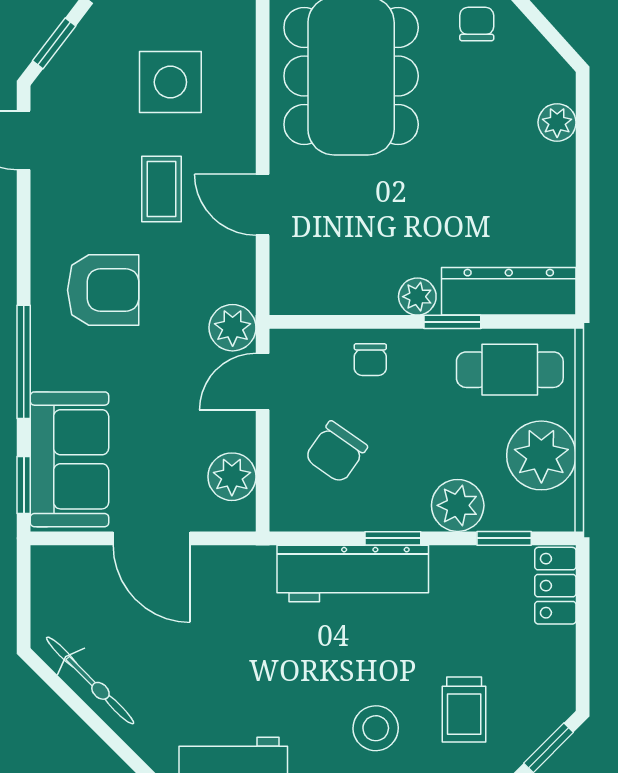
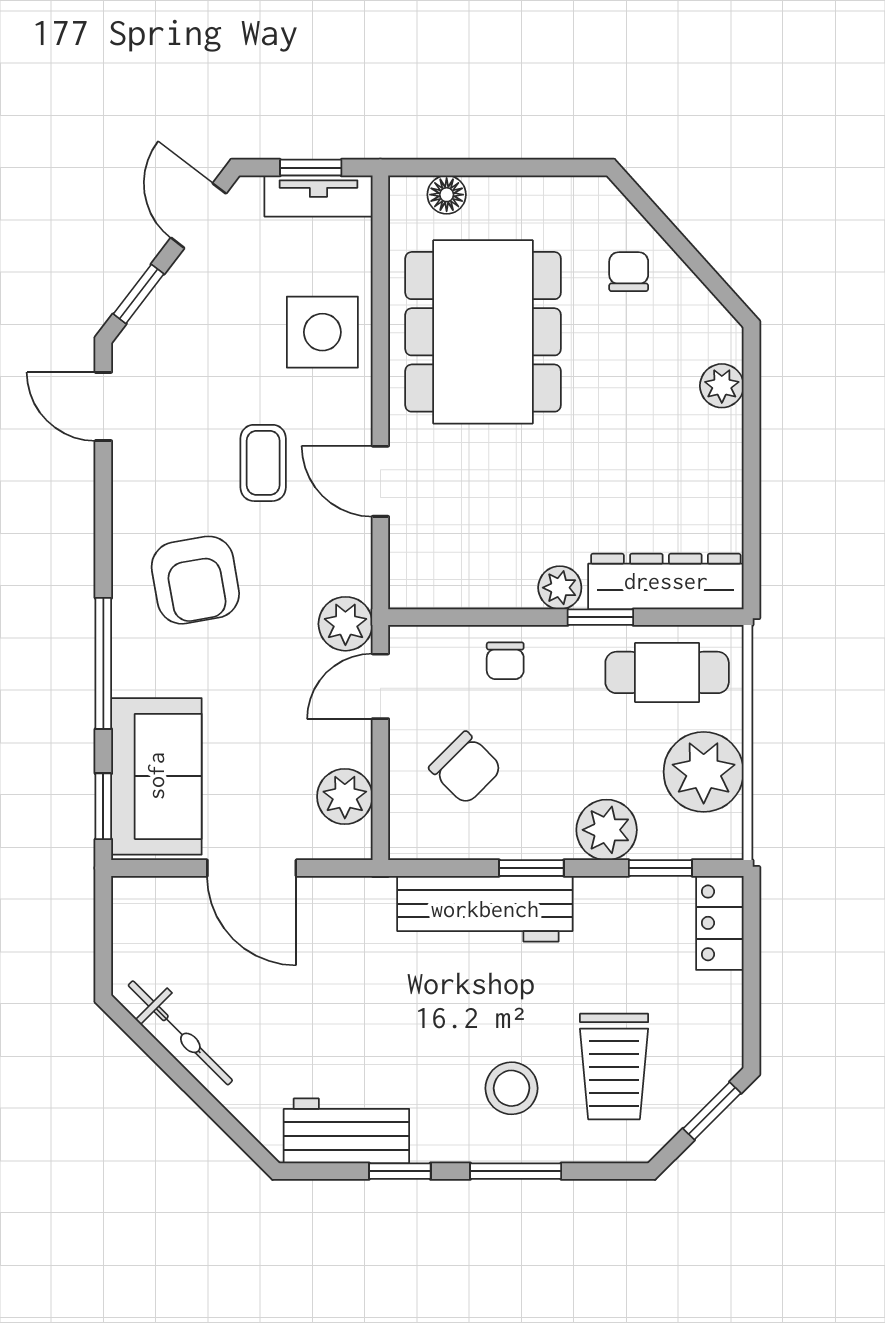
side table: (170, 82) -> (322, 332), moved
armchair: (103, 290) -> (195, 580), turned 80
chair: (336, 452) -> (466, 768), turned -80
trolley: (464, 710) -> (614, 1067), width x1.36, depth x1.39

